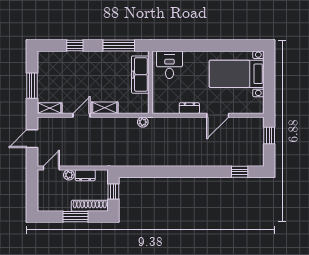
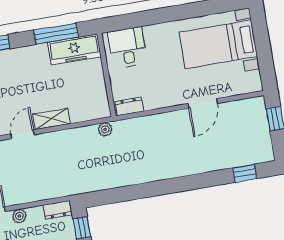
freezer: (140, 75) -> (74, 50), moved, turned -90
dresser: (189, 108) -> (129, 106), moved
dresser: (85, 175) -> (57, 210), moved

